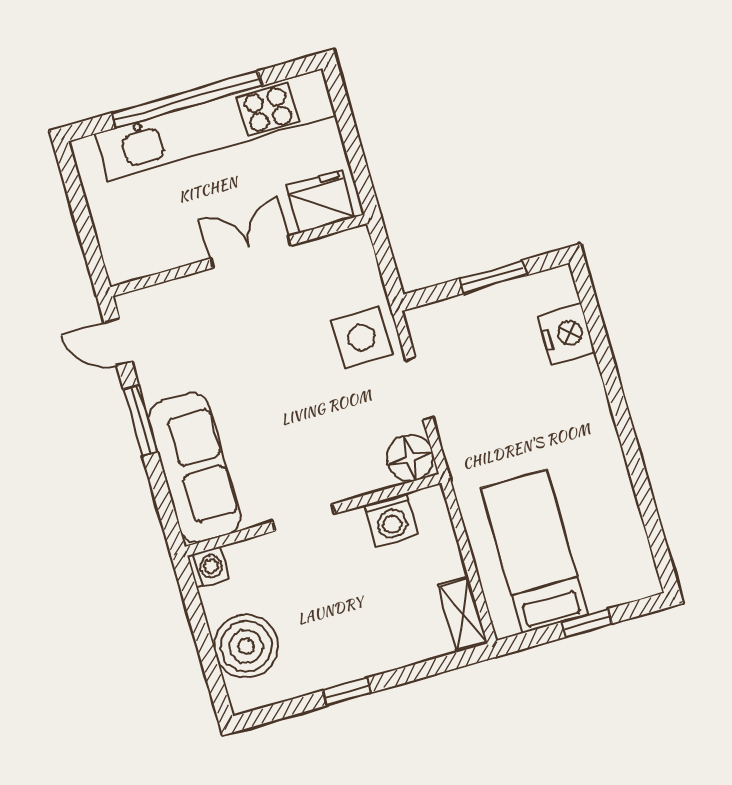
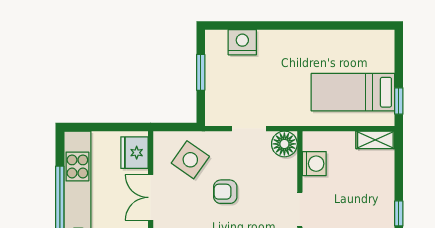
side table: (362, 338) -> (190, 160), moved, turned 35
armchair: (298, 379) -> (225, 192), added
window: (587, 623) -> (399, 101), moved

